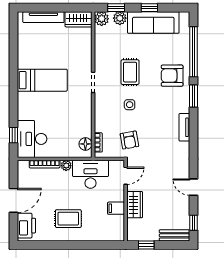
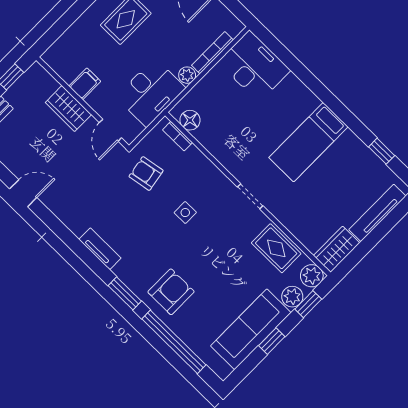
rug: (130, 72) -> (276, 248), moved
window: (13, 135) -> (382, 151), moved

